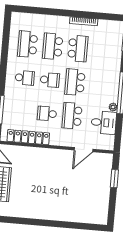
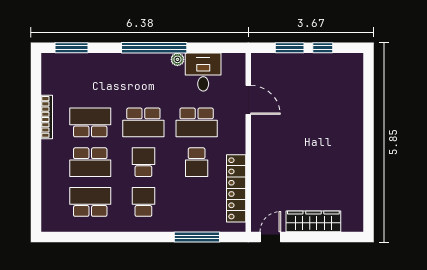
school desk: (28, 44) -> (90, 202), turned 180
window: (112, 200) -> (323, 48), added

